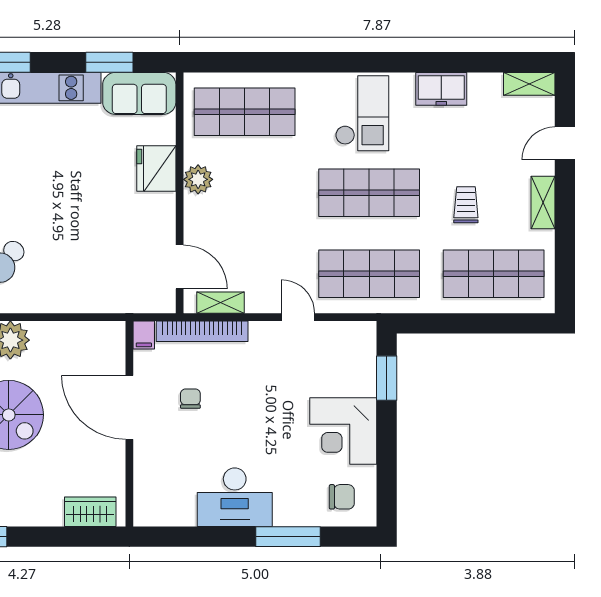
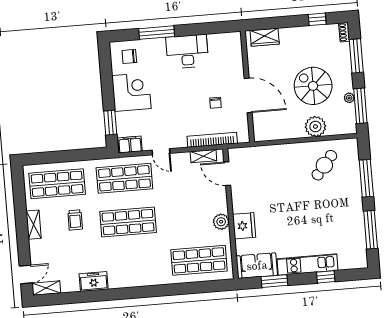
checkout: (362, 113) -> (135, 265), removed
door: (565, 143) -> (26, 274), moved
filing cabinet: (144, 335) -> (130, 145), moved, width x2.00

